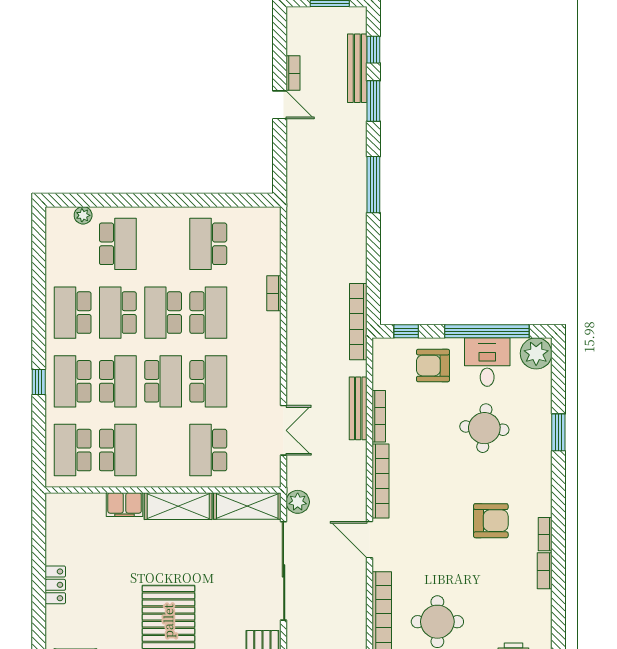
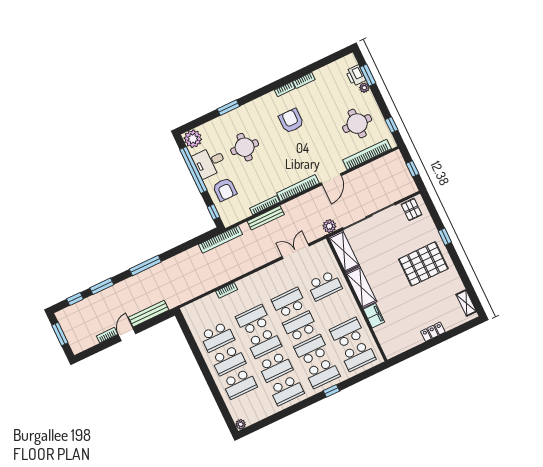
bench: (357, 68) -> (149, 314), moved
plant: (83, 215) -> (241, 424), moved
school desk: (118, 244) -> (240, 384), turned 180
school desk: (163, 244) -> (228, 360), added

